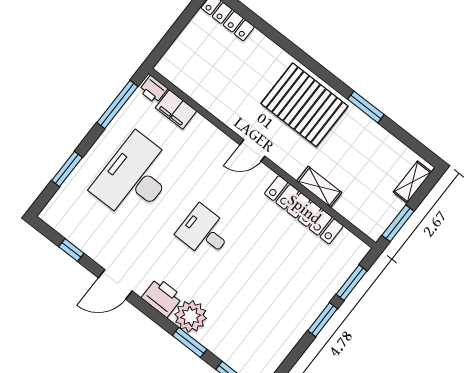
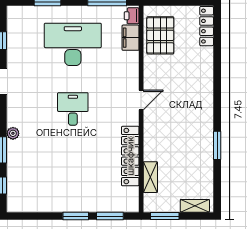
pallet: (304, 105) -> (160, 35), moved, width x0.73, depth x0.71
door: (252, 150) -> (141, 100), swing flipped
shelving: (319, 187) -> (150, 177), moved
printer: (162, 297) -> (17, 114), removed
plant: (191, 316) -> (13, 133), width x0.53, depth x0.53

